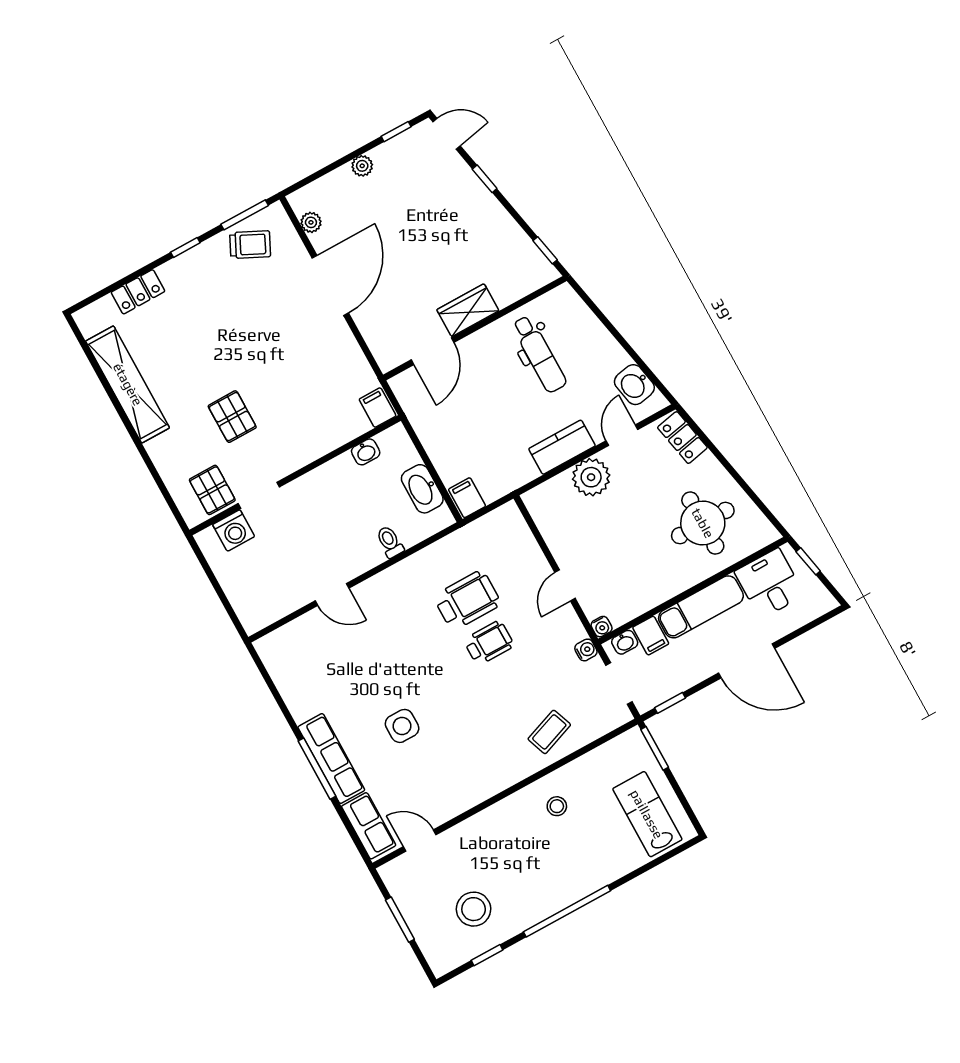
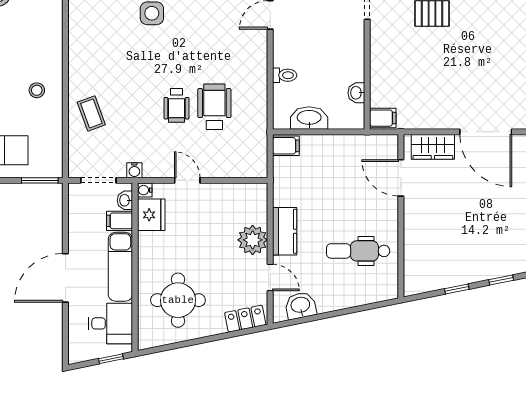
window: (545, 250) -> (457, 289), moved
wardrobe: (468, 310) -> (433, 147), moved, turned 90
wheelchair: (467, 600) -> (214, 107), turned 180
fridge: (625, 604) -> (151, 215), added
window: (670, 703) -> (65, 209), removed

